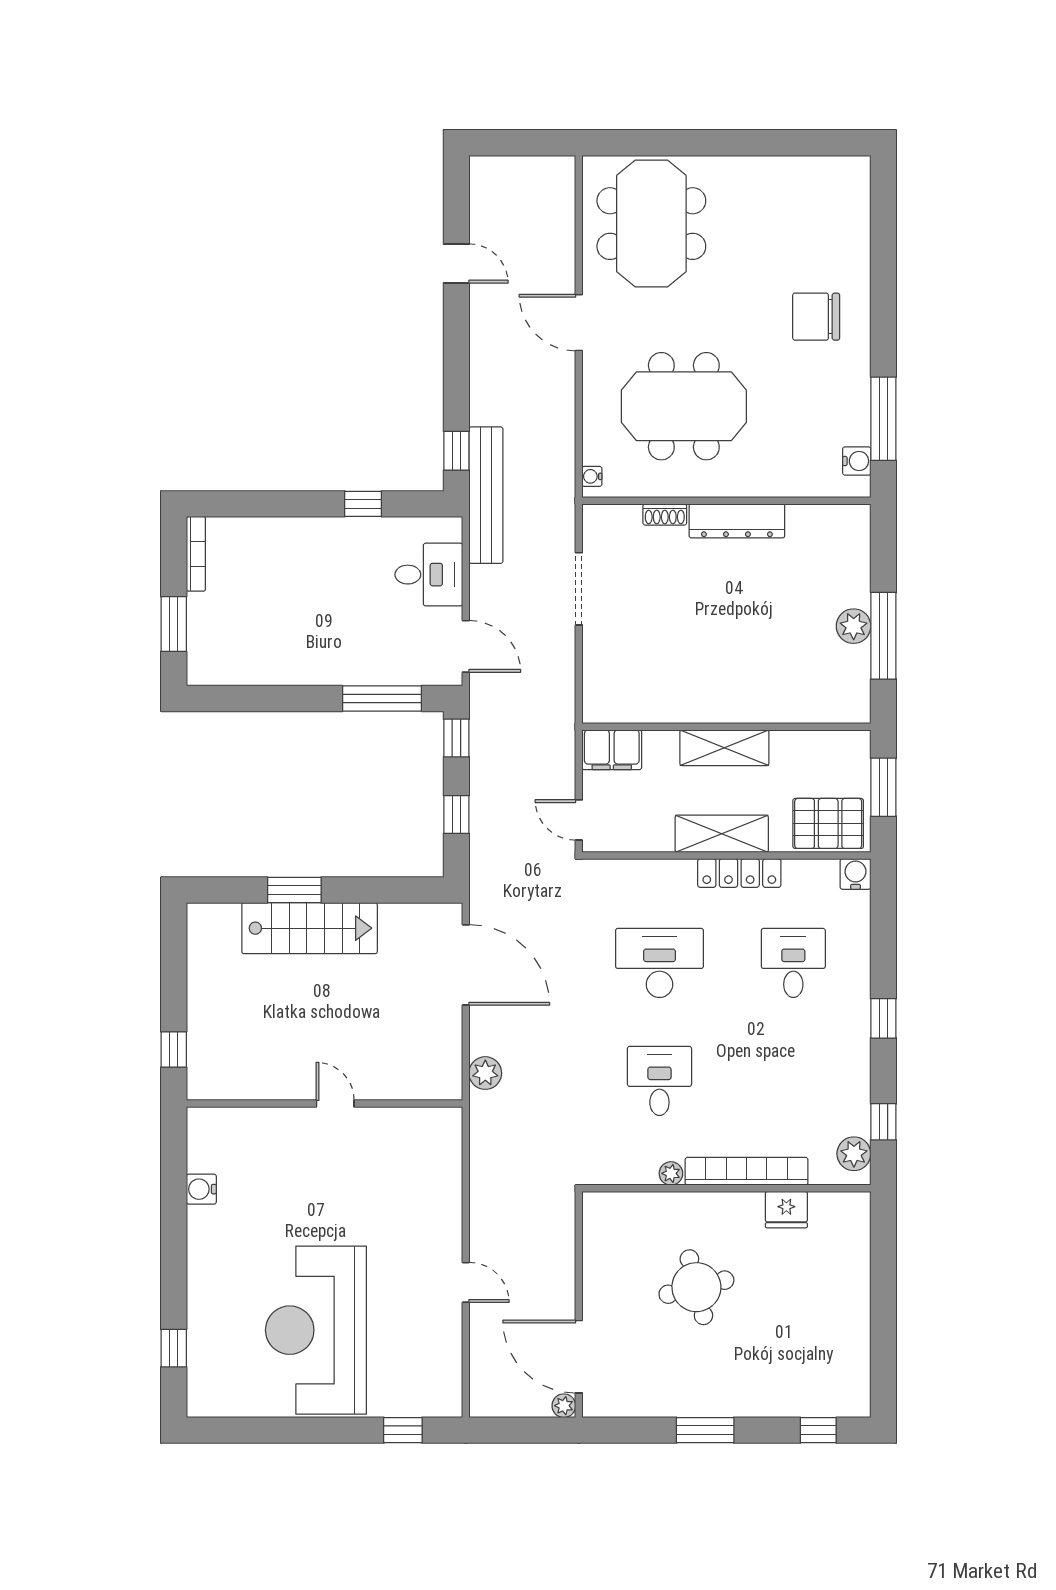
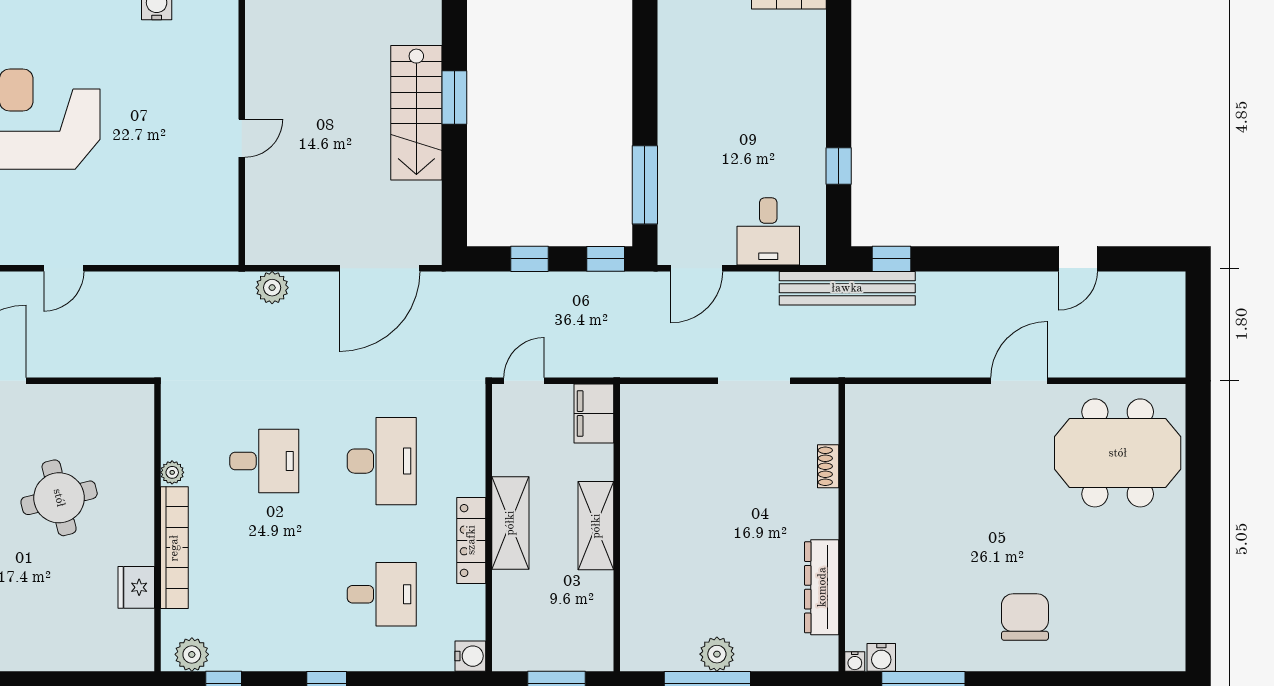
meeting table: (684, 406) -> (936, 485), removed
water cooler: (592, 476) -> (855, 661), moved, turned 180
dresser: (737, 521) -> (822, 587), moved
pallet: (828, 823) -> (521, 629), removed

